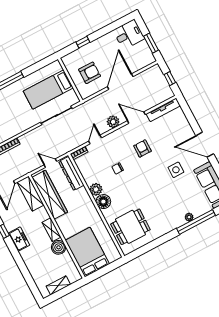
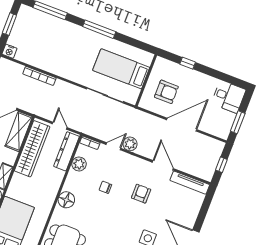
plant: (113, 122) -> (130, 144), moved
plant: (96, 189) -> (79, 164), moved

